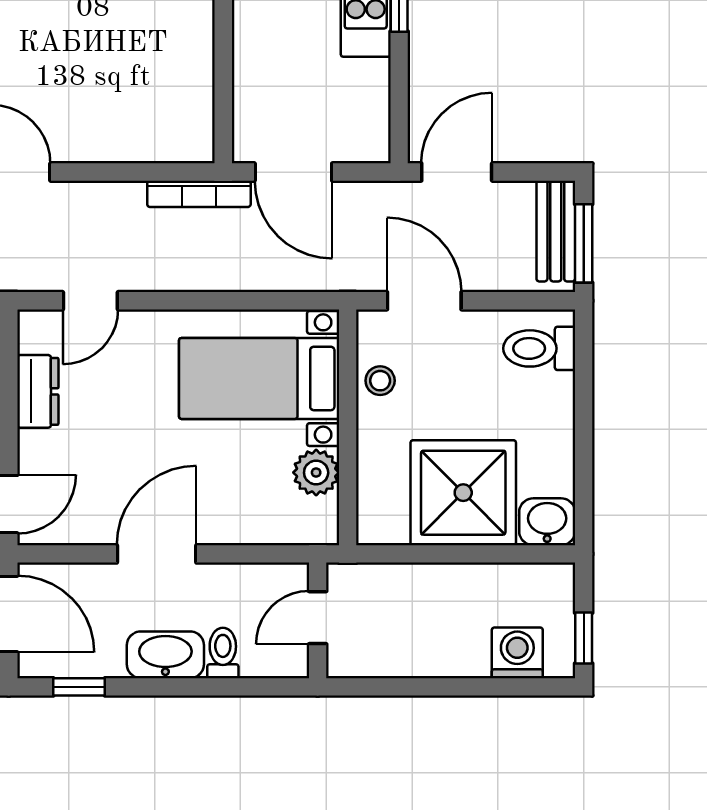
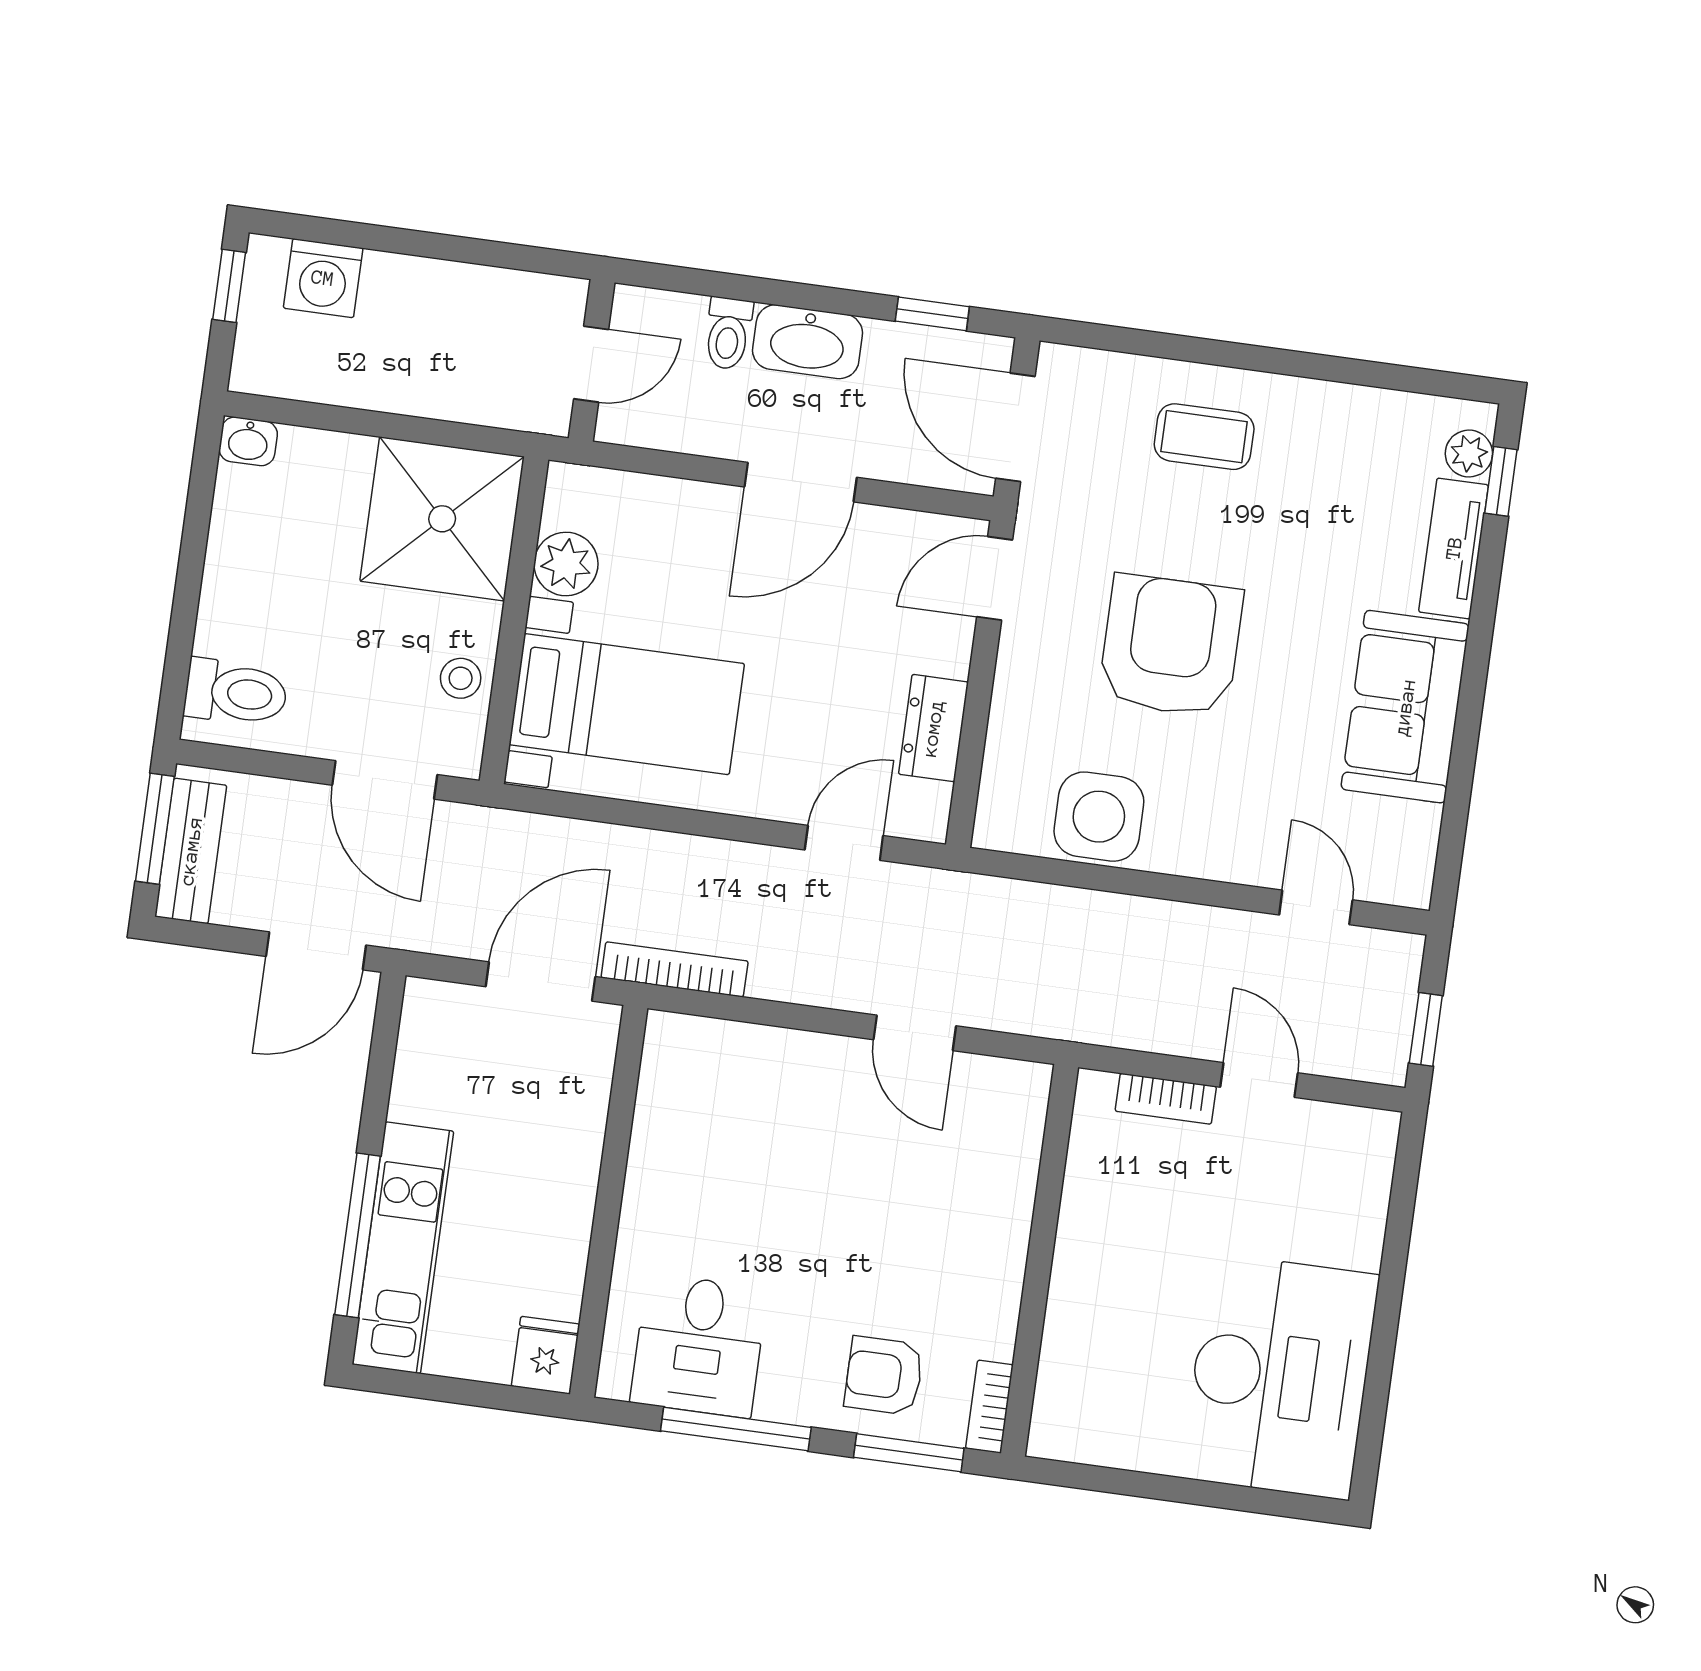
door: (293, 172) -> (540, 982), hinge flipped
shower: (463, 493) -> (442, 519), moved
washbasin: (547, 522) -> (248, 441), width x0.72, depth x0.69

